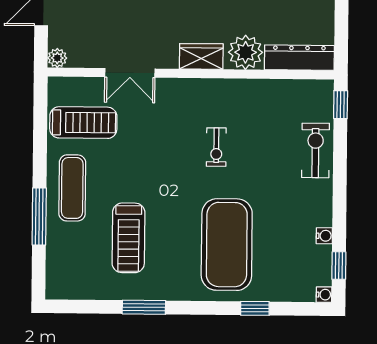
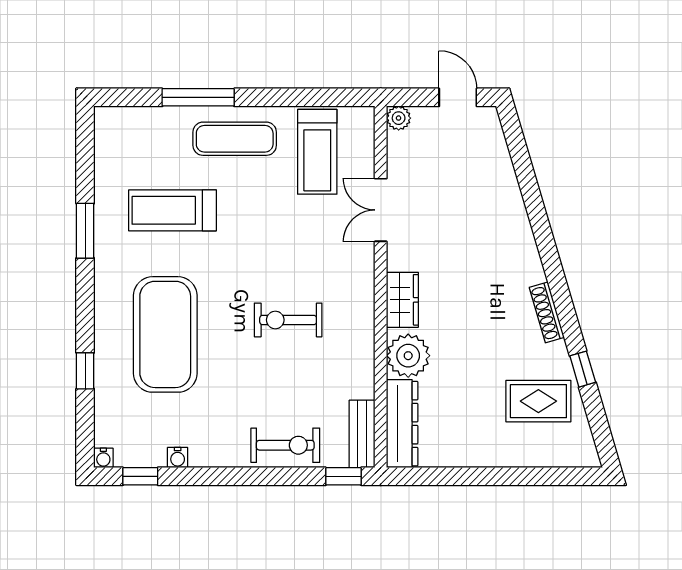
bench: (307, 89) -> (362, 434), added
exercise bike: (216, 147) -> (288, 320), width x1.38, depth x1.39
exercise mat: (227, 245) -> (165, 334), turned 90

